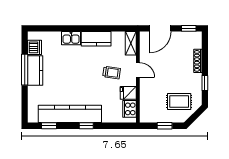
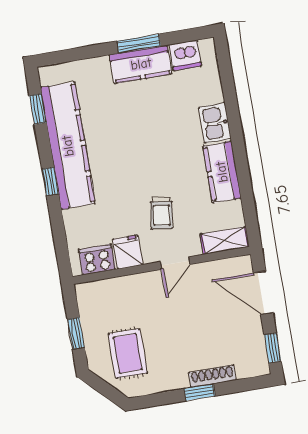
window: (25, 70) -> (139, 44), width x0.69
window: (205, 83) -> (200, 392), moved

